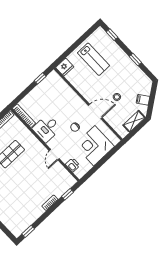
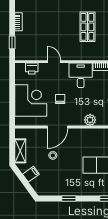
plant: (70, 95) -> (90, 120), added

